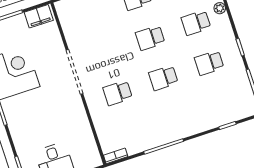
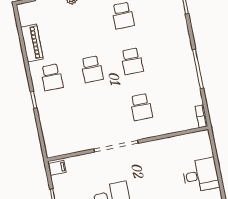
filing cabinet: (39, 16) -> (57, 168), width x0.50
school desk: (196, 23) -> (83, 23), removed

